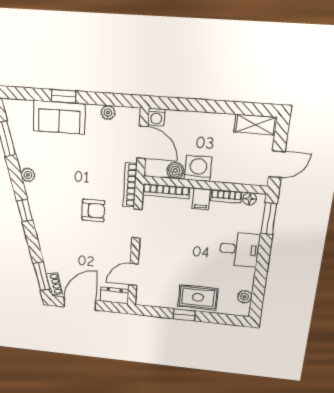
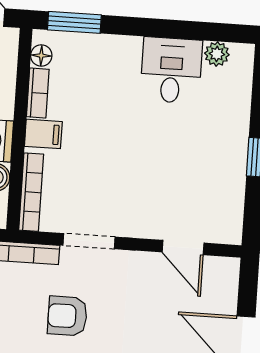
armchair: (93, 210) -> (67, 316), turned -90
desk: (239, 249) -> (171, 70), moved
dresser: (114, 295) -> (225, 282), removed
rug: (198, 297) -> (222, 134), removed

